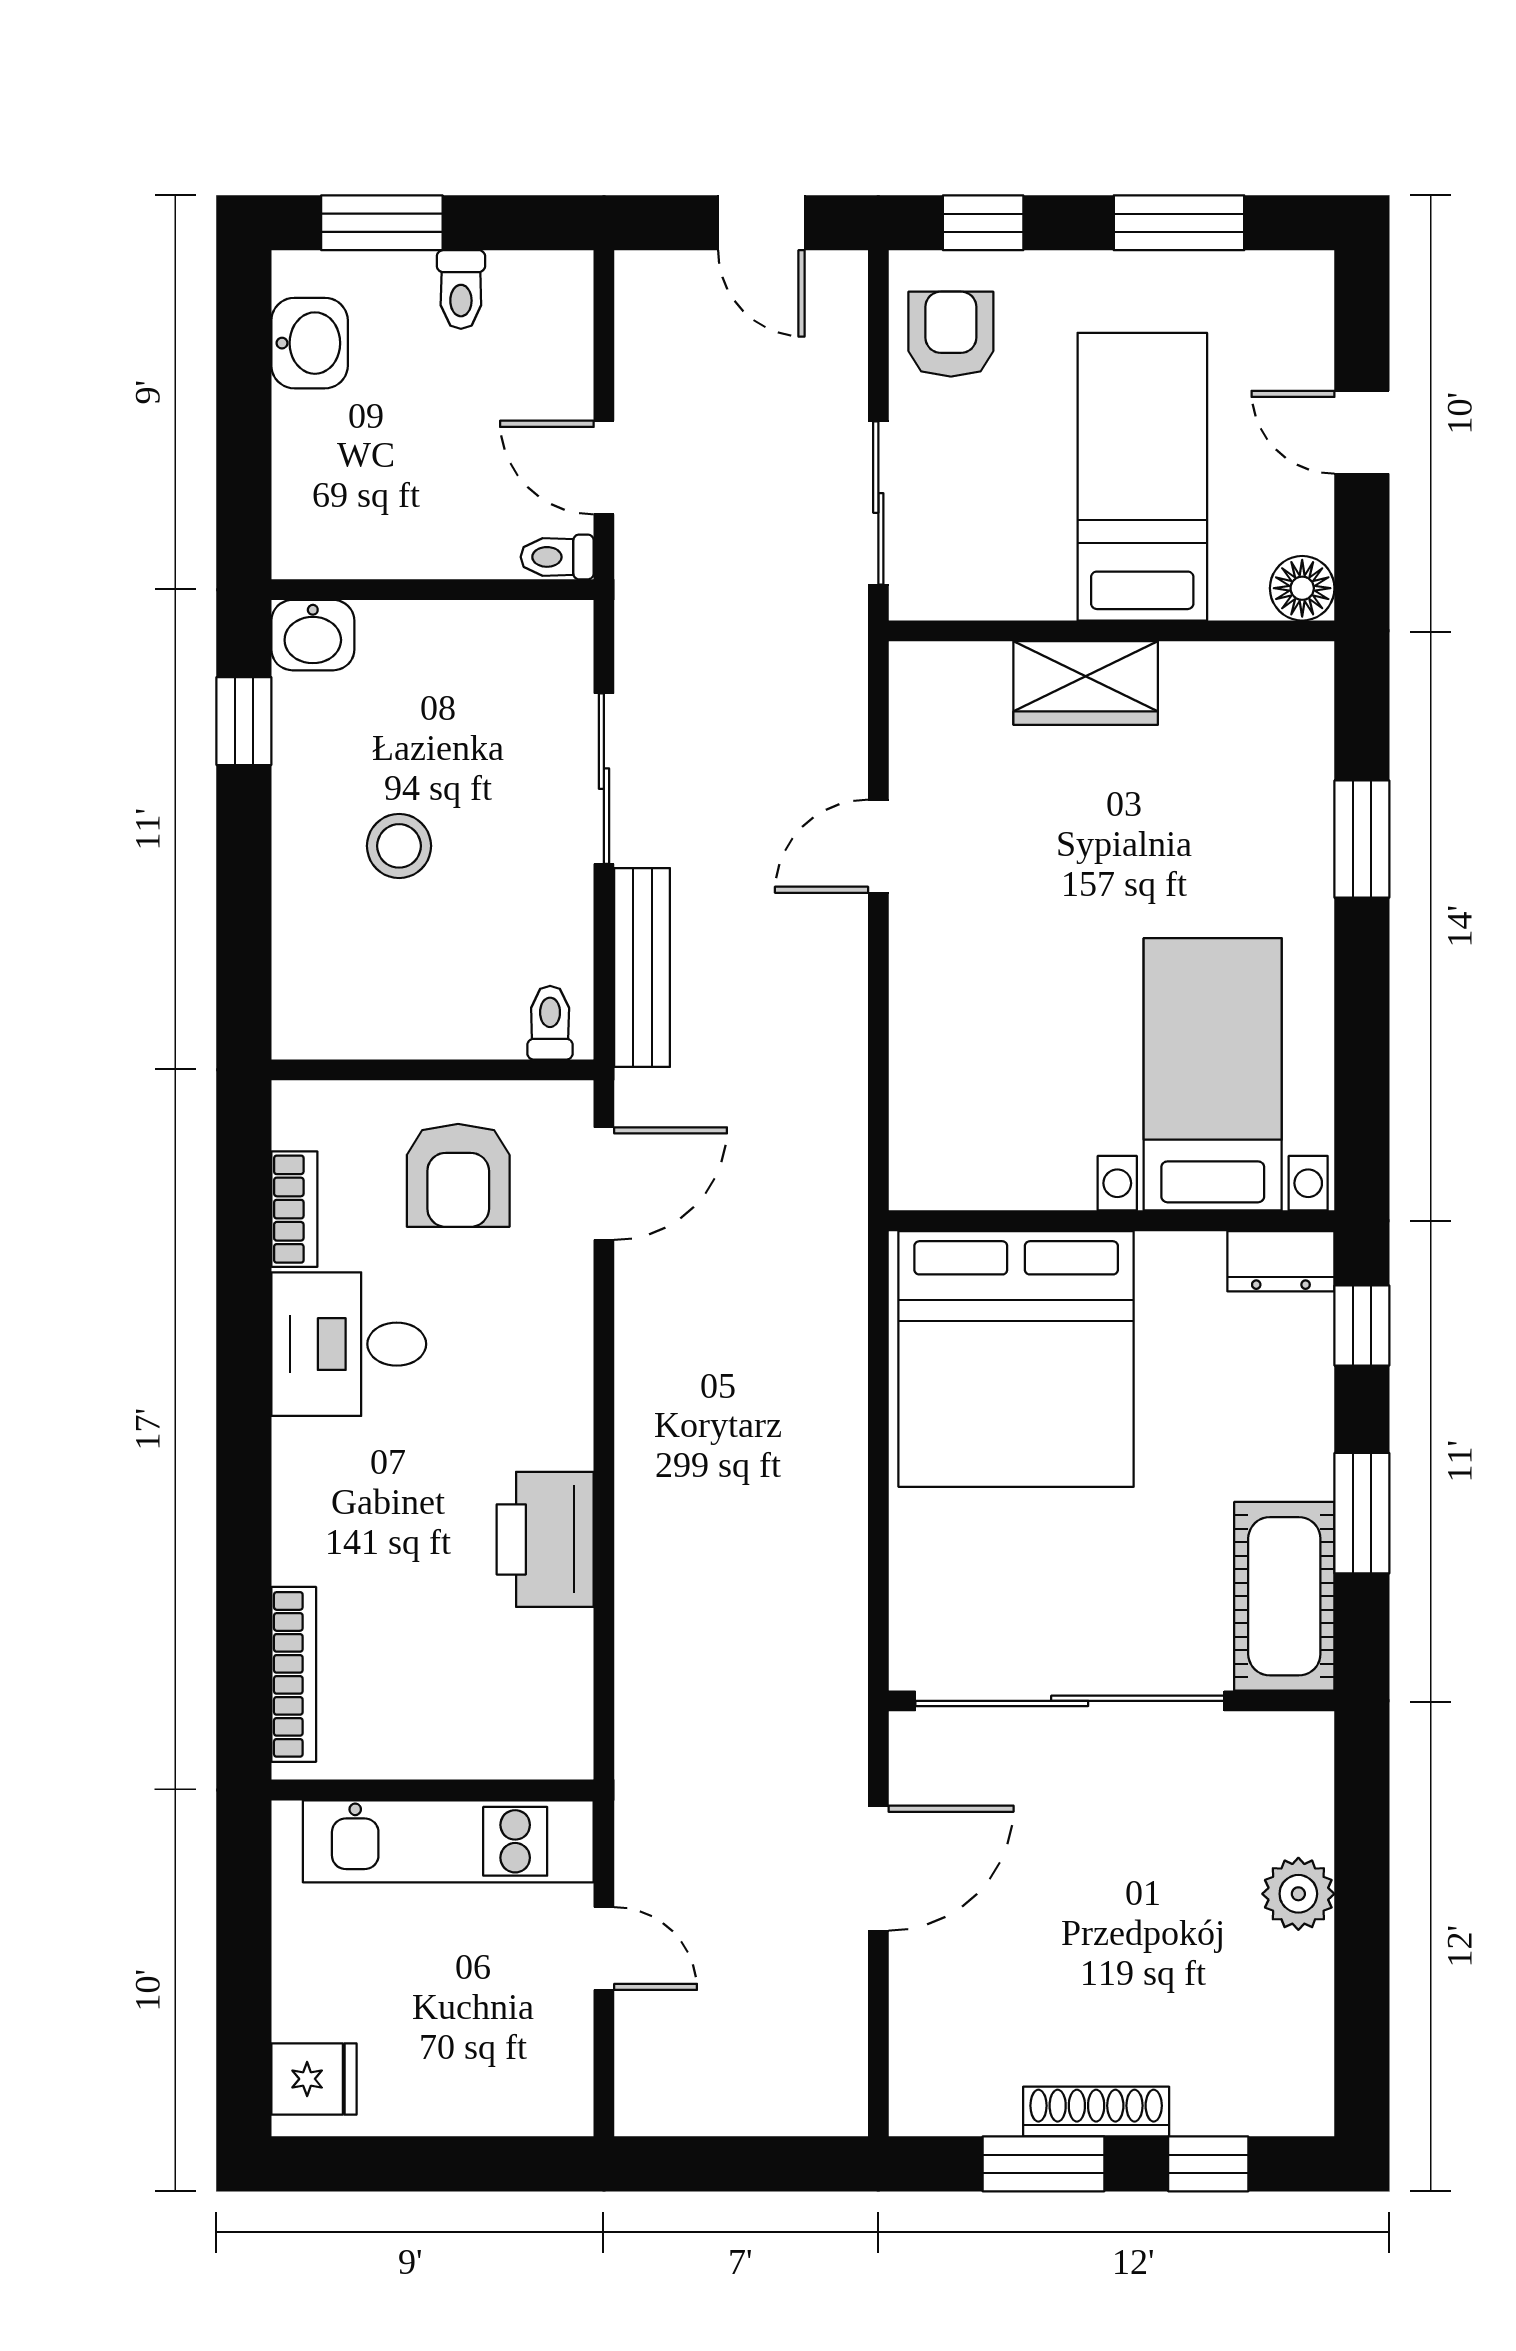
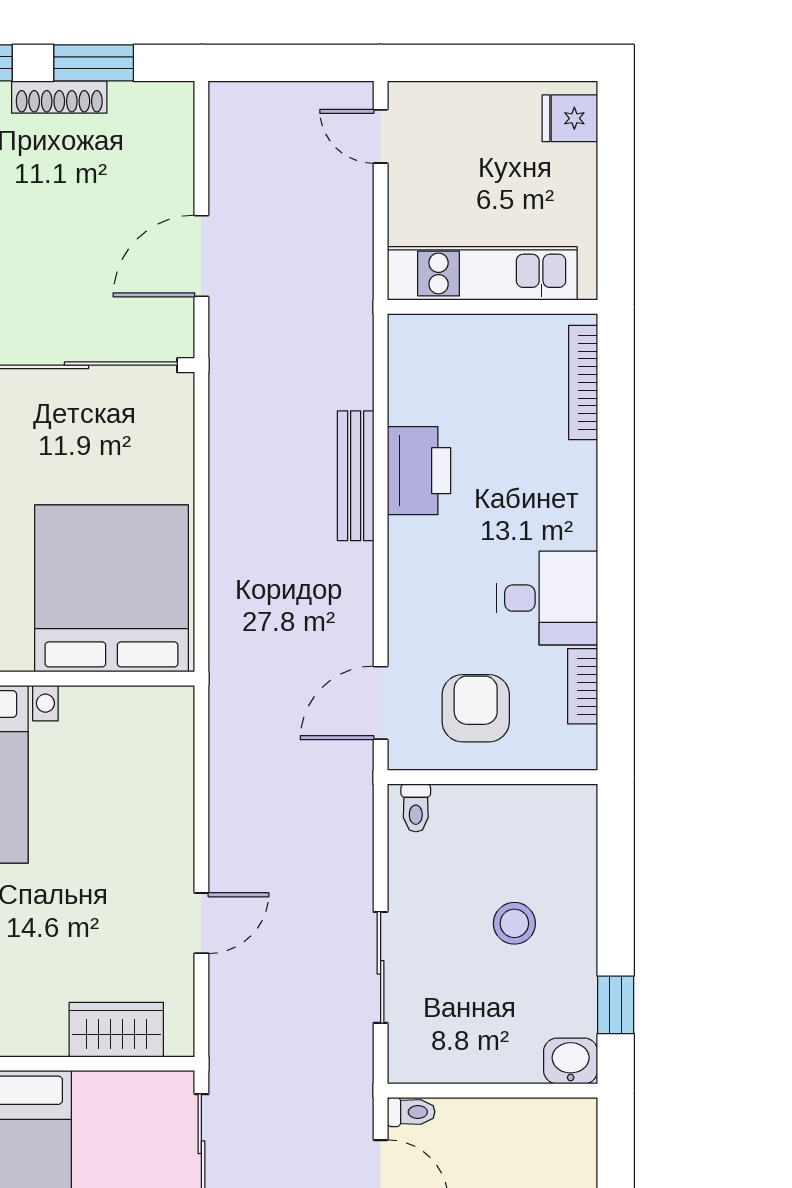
wardrobe: (1086, 683) -> (116, 1030), moved
bench: (642, 968) -> (356, 476), moved
door: (604, 1949) -> (381, 136), moved

